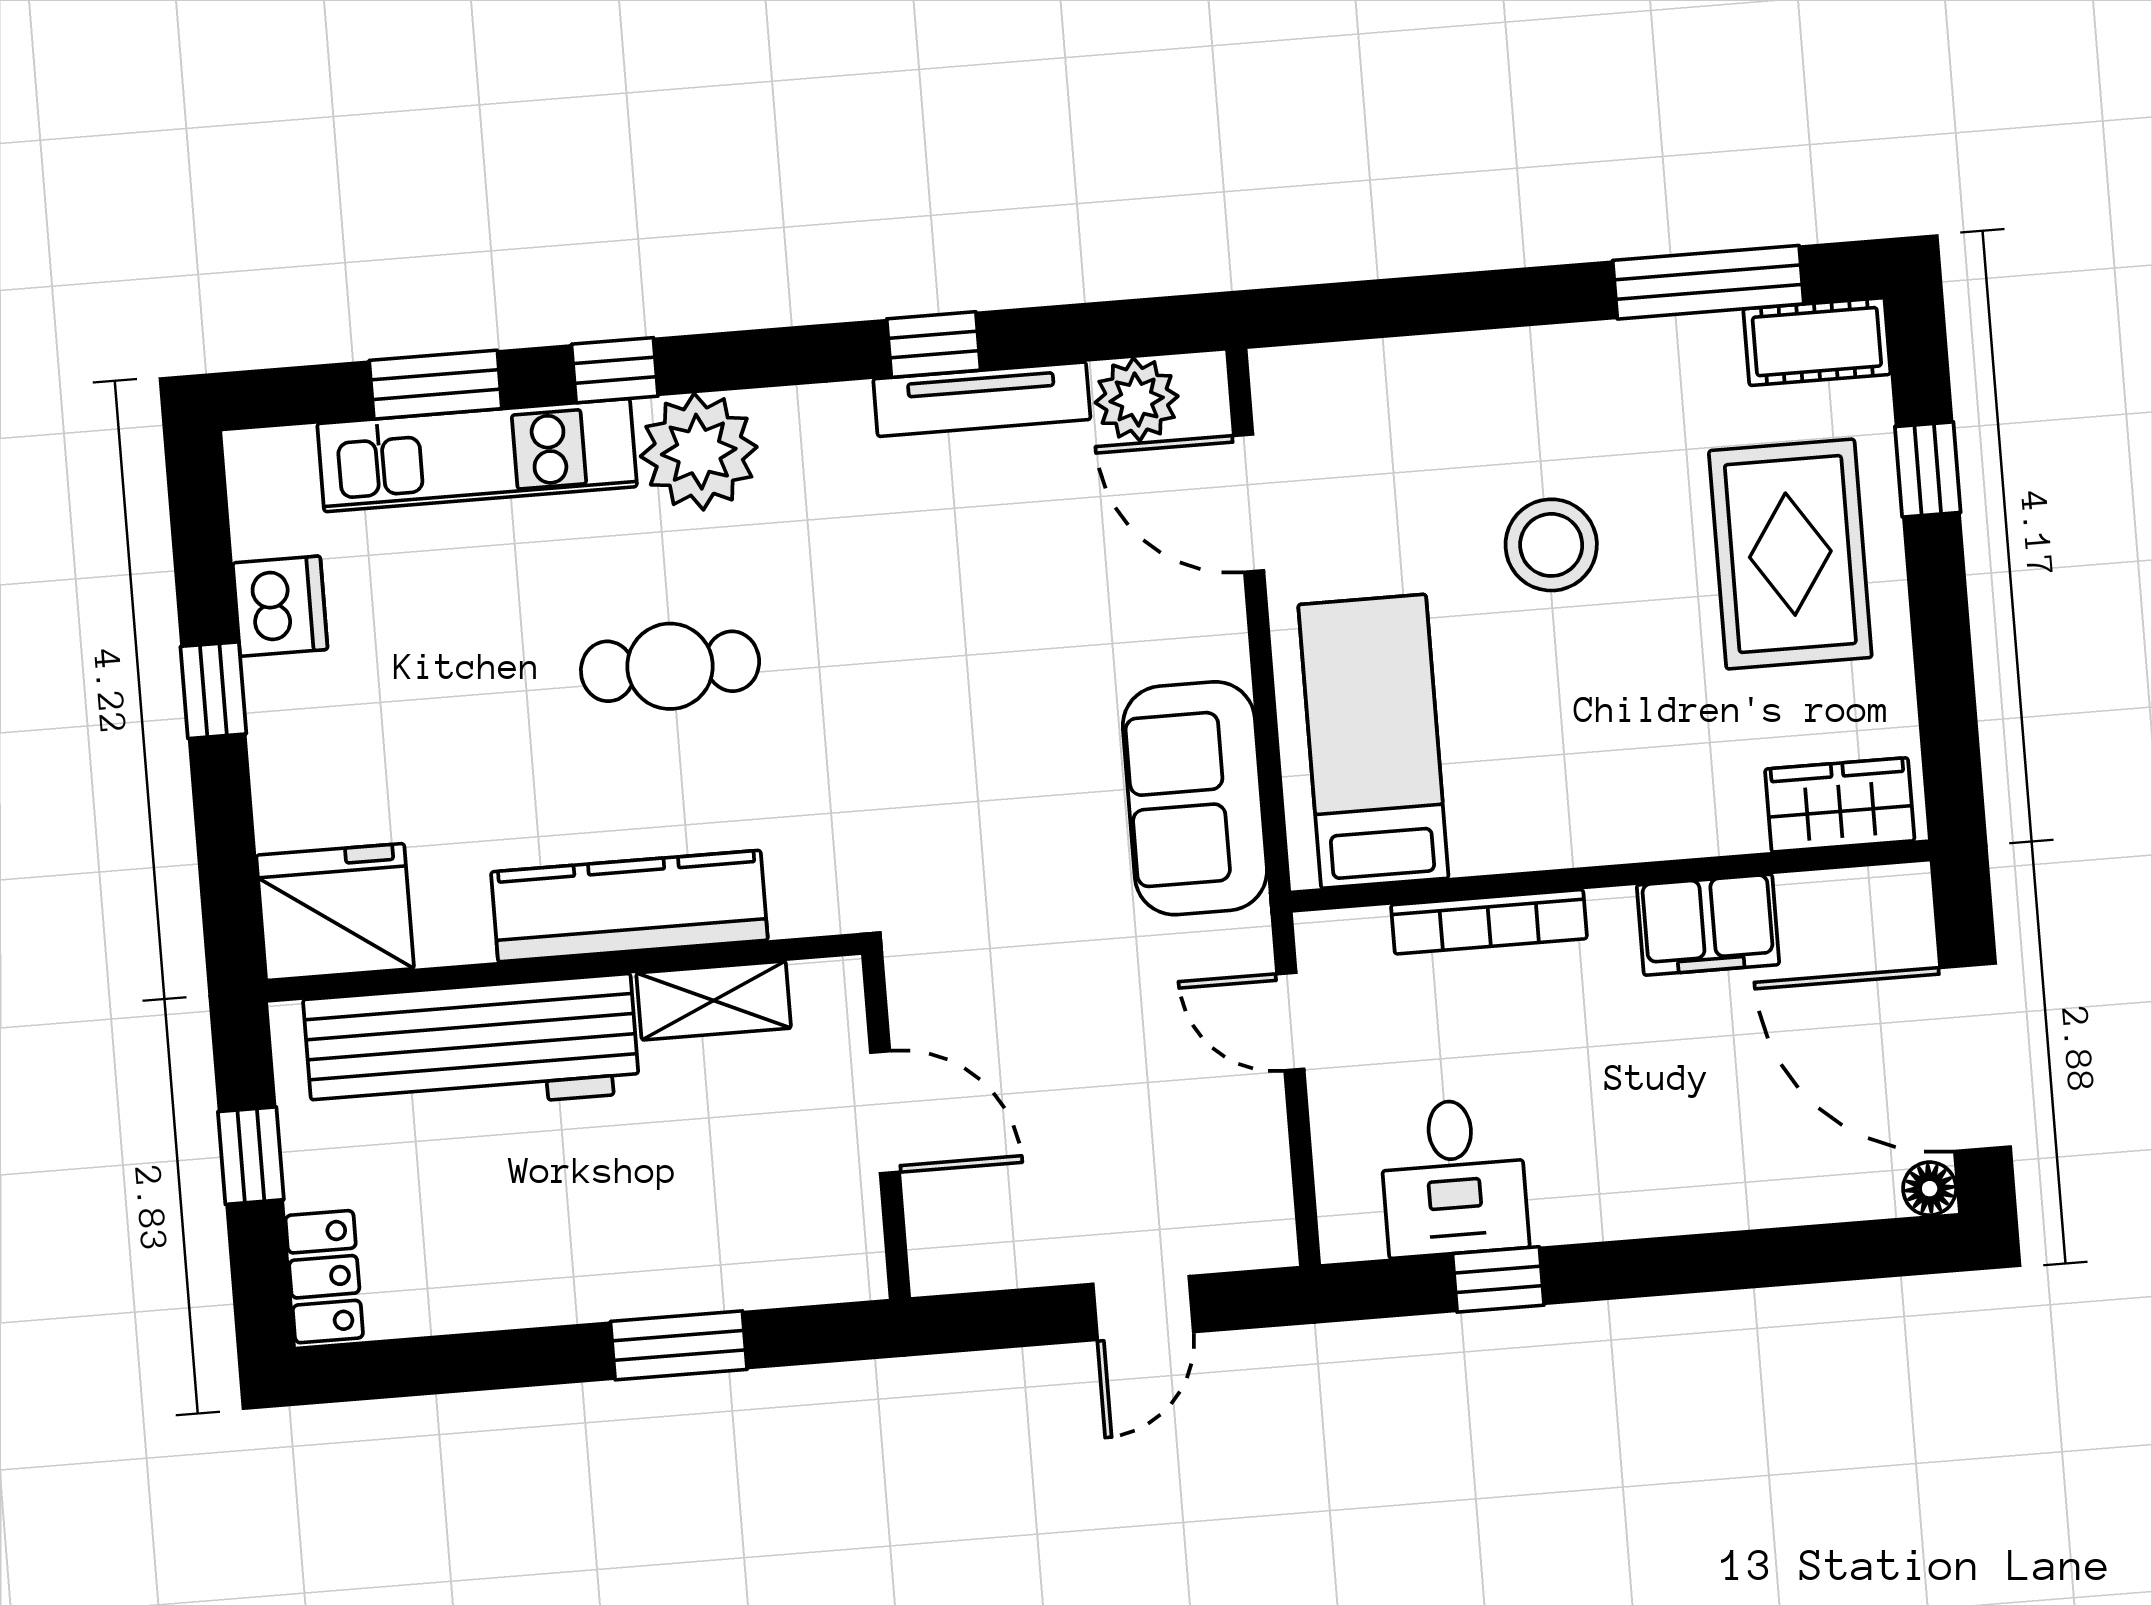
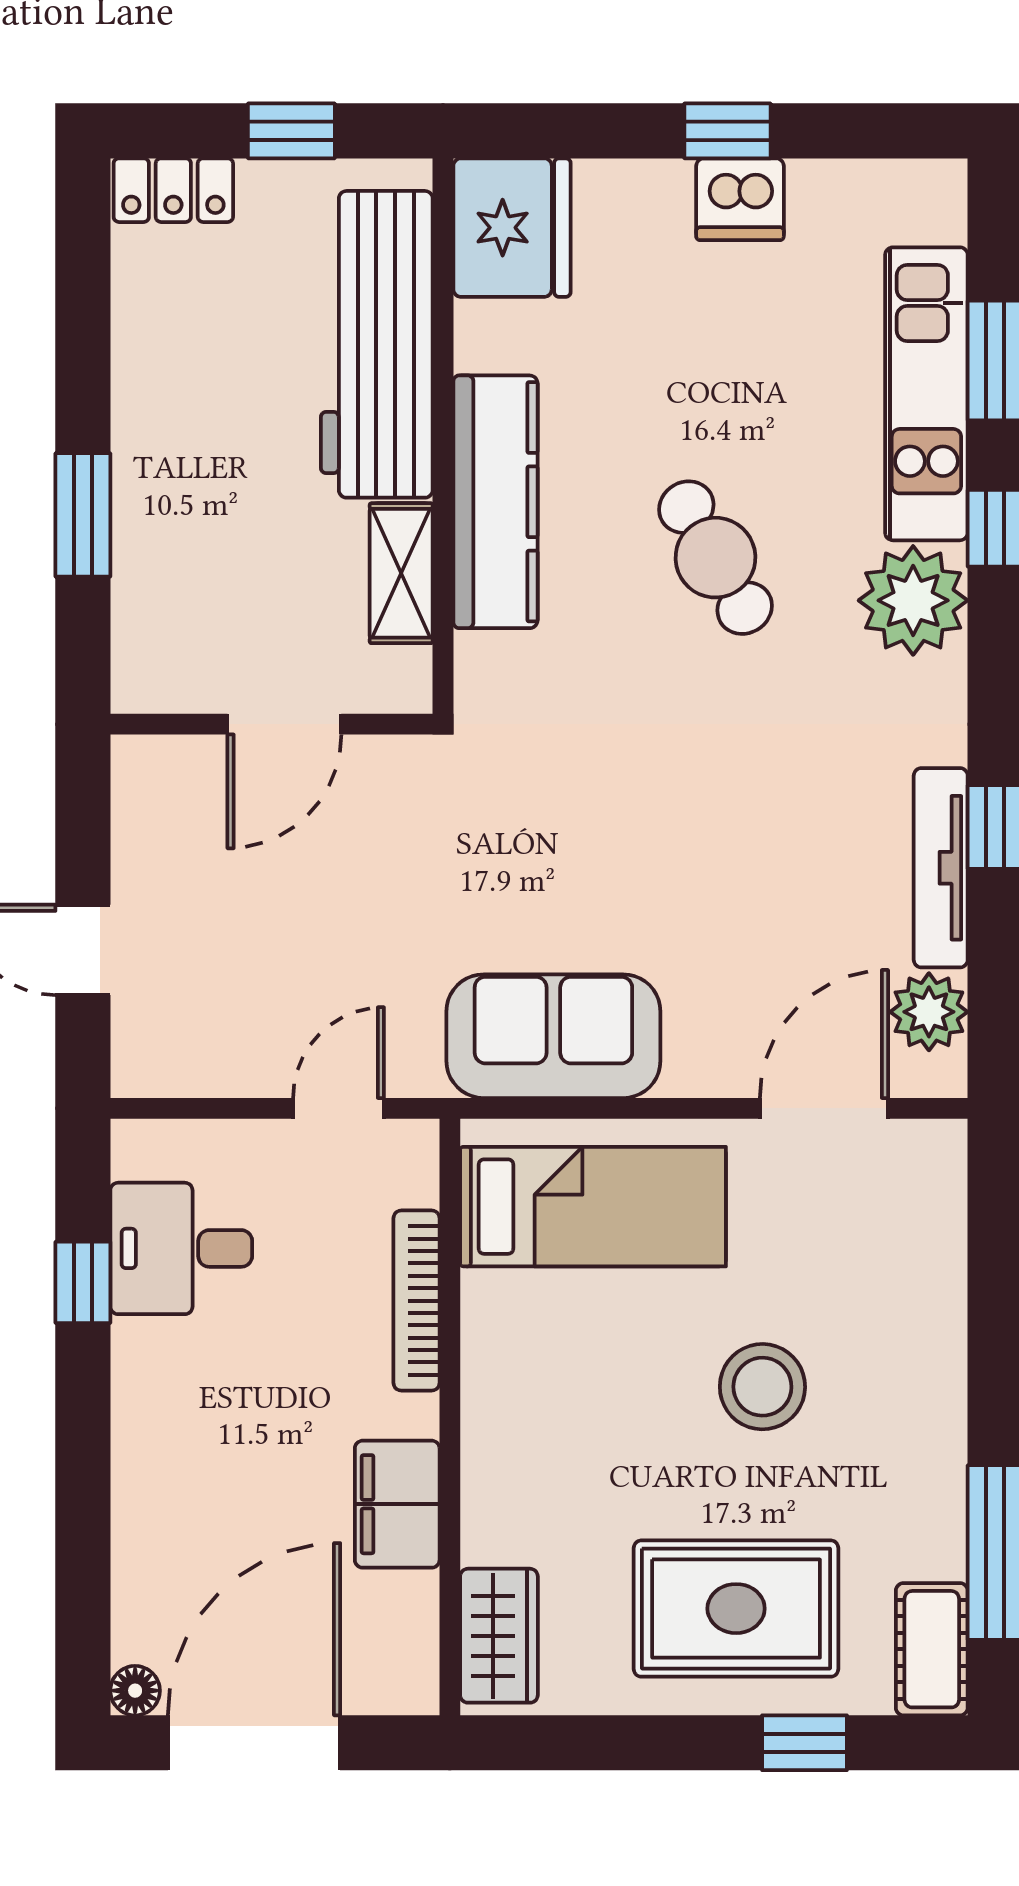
dishwasher: (280, 606) -> (740, 199), moved
cafe table: (670, 666) -> (715, 558), turned -30

